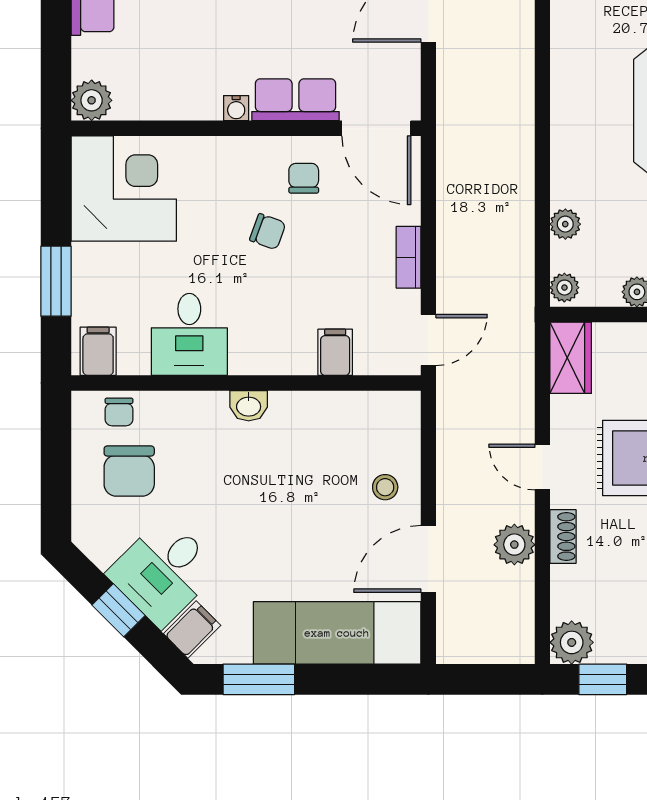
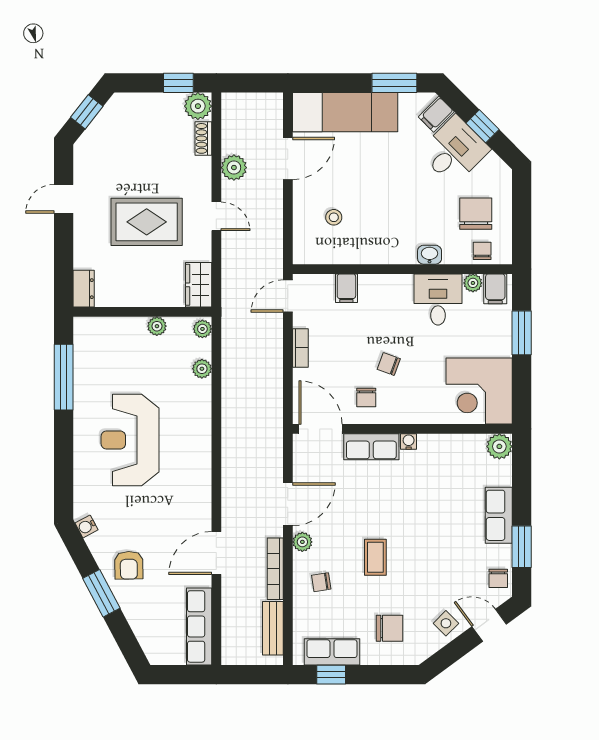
plant: (134, 361) -> (473, 283), added
washbasin: (249, 406) -> (430, 255), moved
stool: (385, 487) -> (334, 217), moved
shoe rack: (563, 536) -> (203, 138), moved

